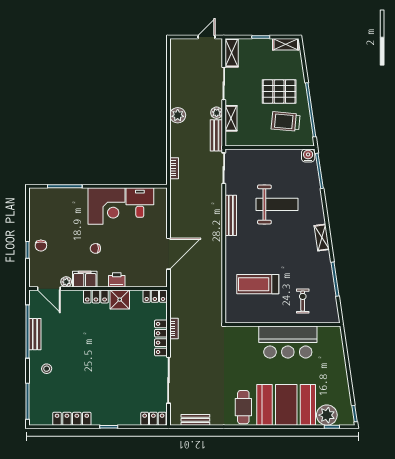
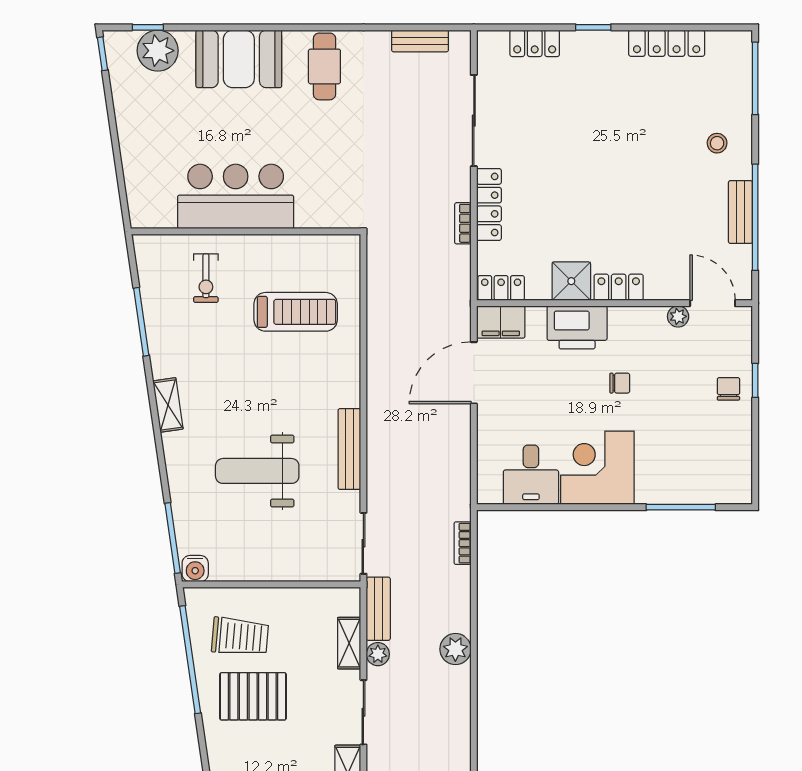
filing cabinet: (85, 279) -> (501, 322), moved
printer: (117, 280) -> (577, 327), width x1.87, depth x1.48
booth: (286, 405) -> (239, 59), width x0.73, depth x0.70
locker: (153, 419) -> (535, 43), moved

